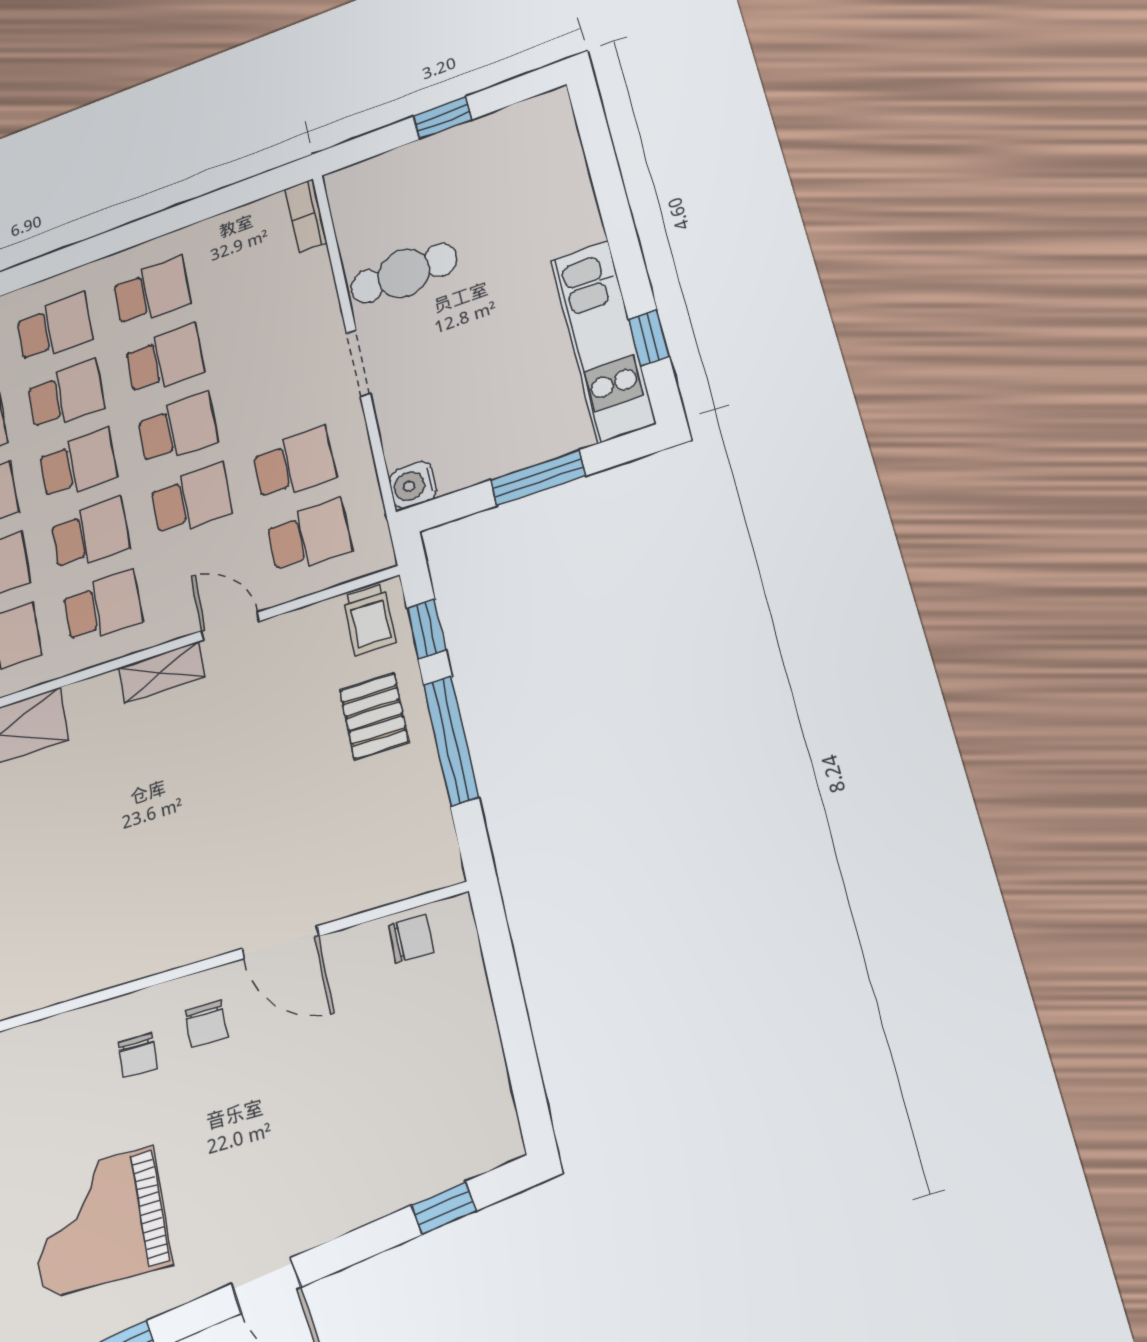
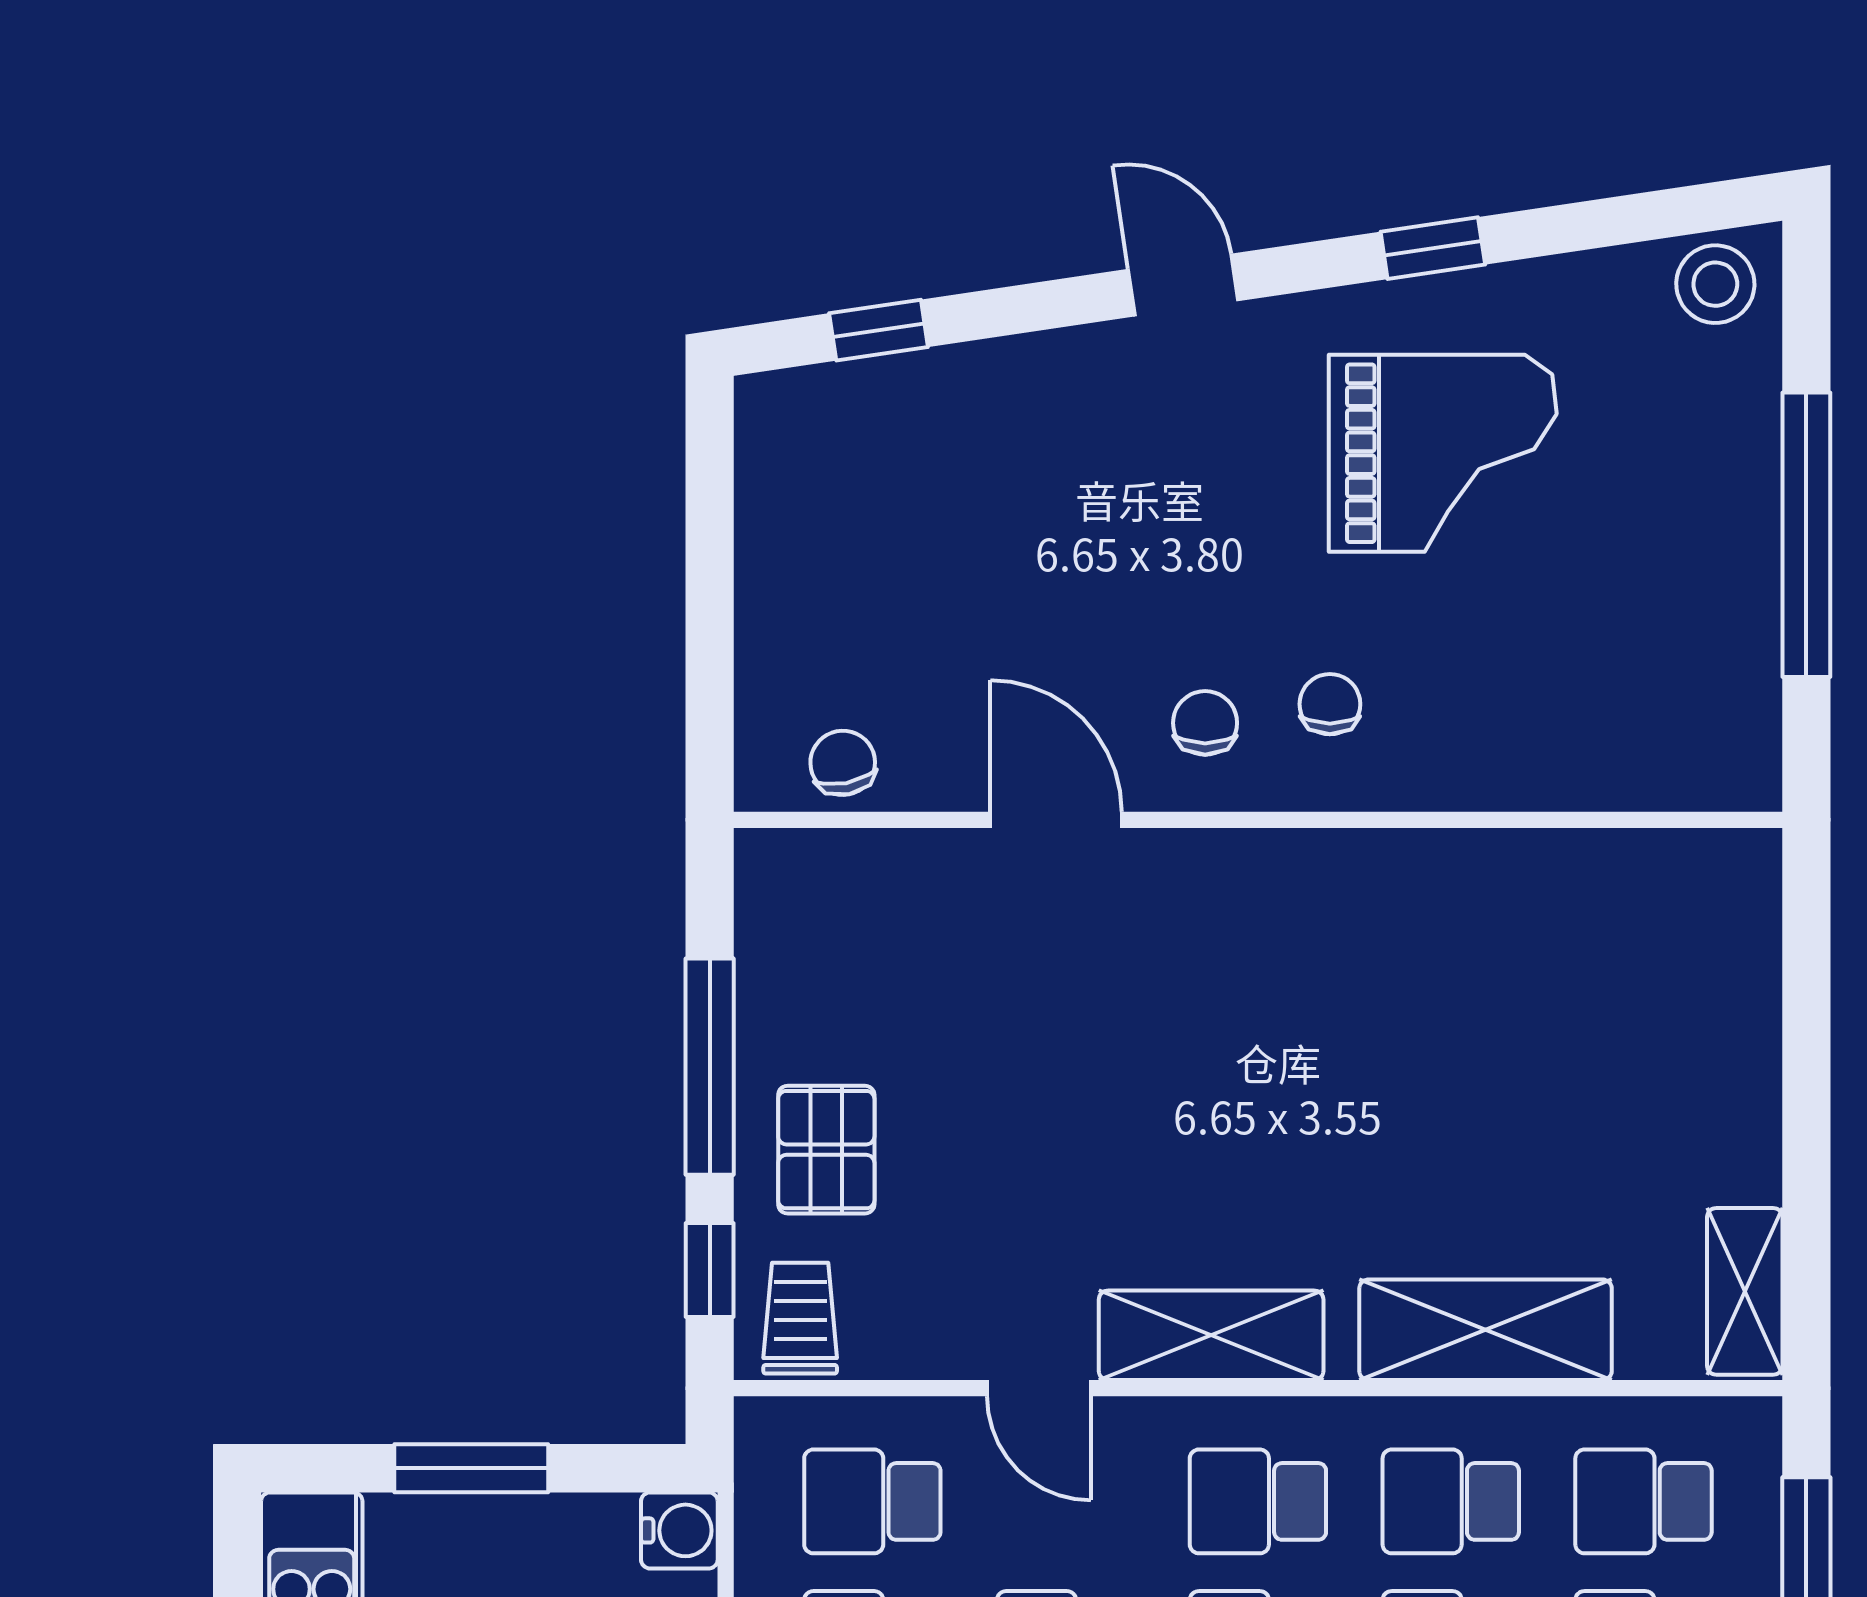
shelving: (162, 672) -> (1211, 1335), width x1.50, depth x1.33
chair: (411, 939) -> (843, 763), turned 79

